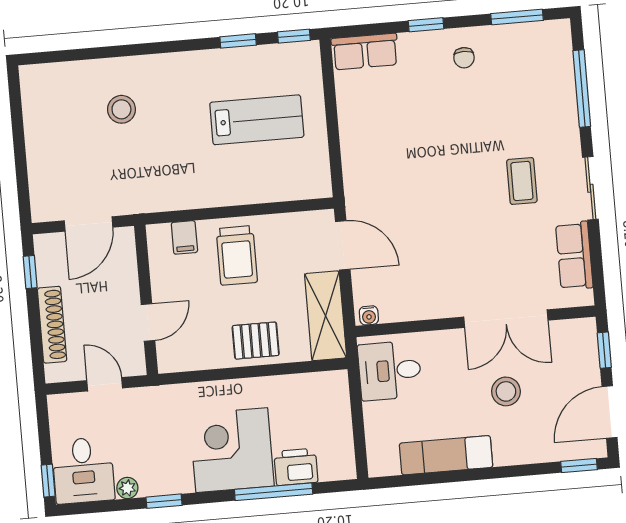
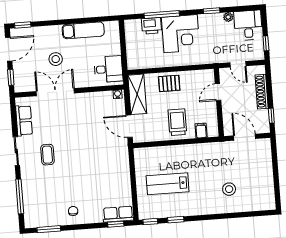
window: (426, 25) -> (116, 224), moved
door: (89, 224) -> (245, 137), hinge flipped
window: (48, 481) -> (266, 43), moved

